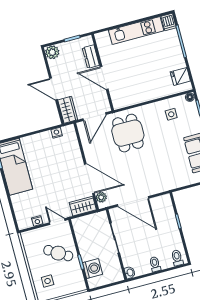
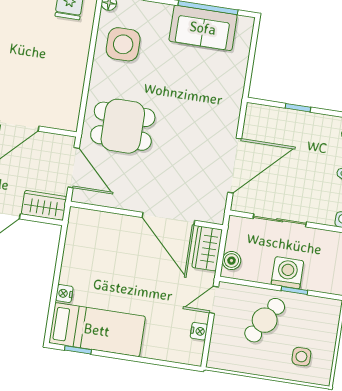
side table: (171, 114) -> (123, 44), width x1.87, depth x1.87
nightstand: (57, 133) -> (64, 293), moved
door: (89, 179) -> (168, 219), swing flipped
plant: (101, 197) -> (206, 213), removed
boiler: (82, 222) -> (231, 261), added
washing machine: (92, 269) -> (287, 273), moved

